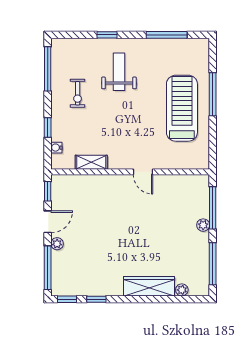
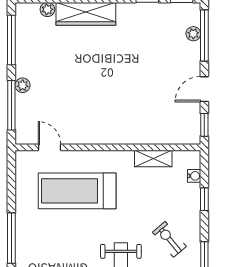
exercise bike: (78, 93) -> (169, 239), turned -40
treadmill: (182, 108) -> (77, 191), moved, turned 90
door: (143, 172) -> (49, 147), moved
plant: (57, 244) -> (193, 34), moved

